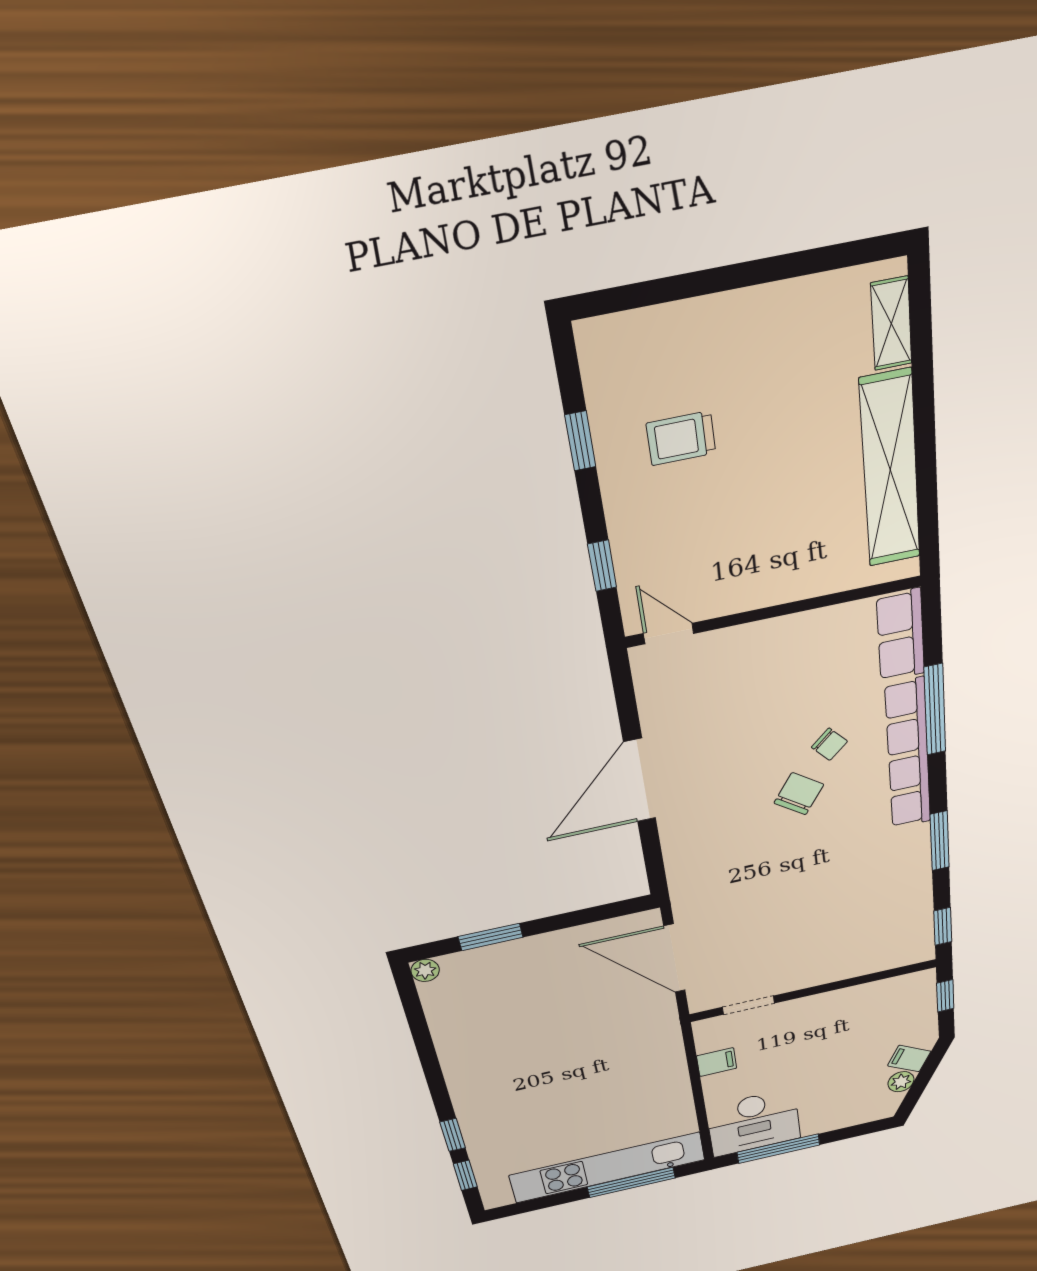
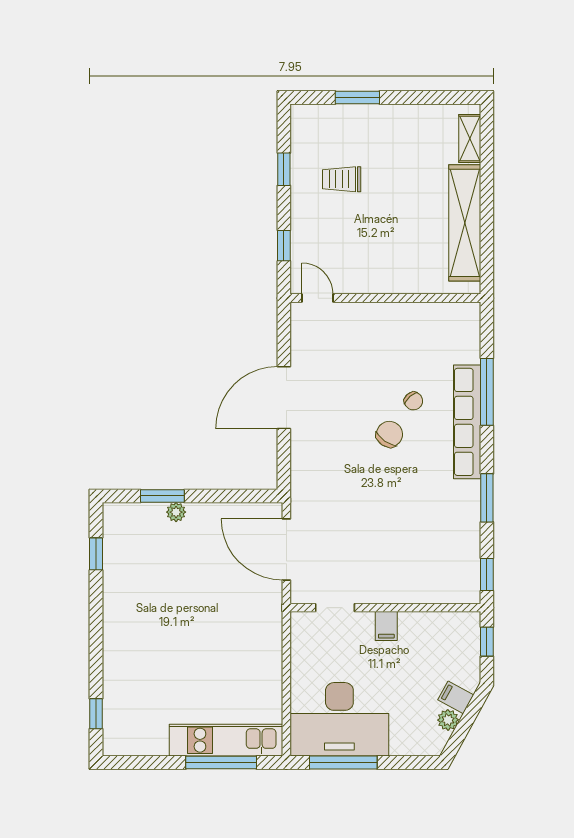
window: (689, 285) -> (357, 98), added
row of seats: (901, 635) -> (466, 332), removed
plant: (425, 970) -> (176, 512), moved
filing cabinet: (717, 1062) -> (386, 626), moved, turned 90
desk: (754, 1123) -> (339, 719), width x1.36, depth x1.30
window: (453, 1135) -> (96, 554), moved
kitchen unit: (608, 1168) -> (226, 740), width x0.73

